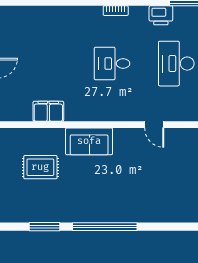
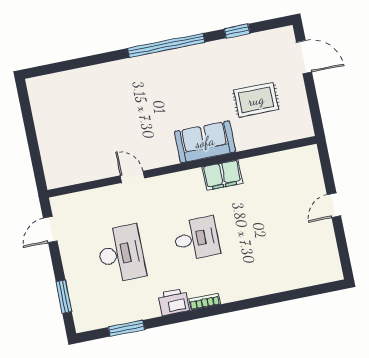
printer: (161, 15) -> (174, 302), moved
filing cabinet: (48, 111) -> (222, 175), moved
window: (45, 227) -> (237, 31), width x0.67

